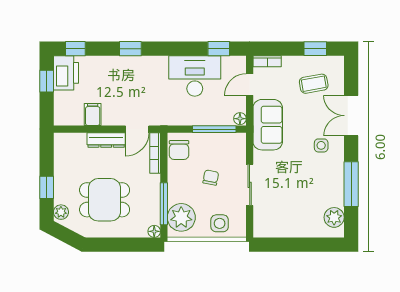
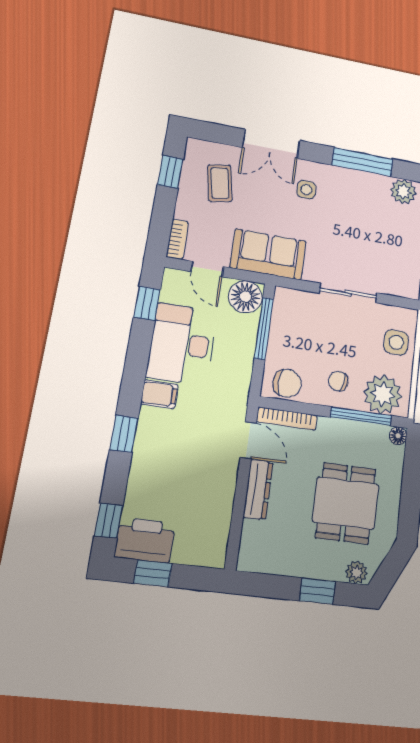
filing cabinet: (93, 114) -> (159, 394), moved, turned 180
floor lamp: (240, 119) -> (245, 297), width x1.89, depth x1.89
chair: (211, 178) -> (338, 381), moved

